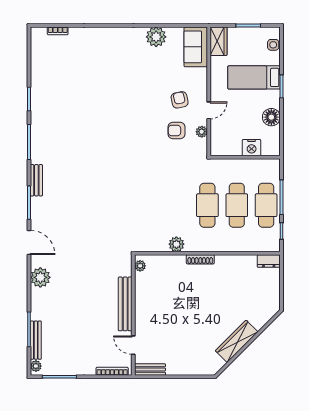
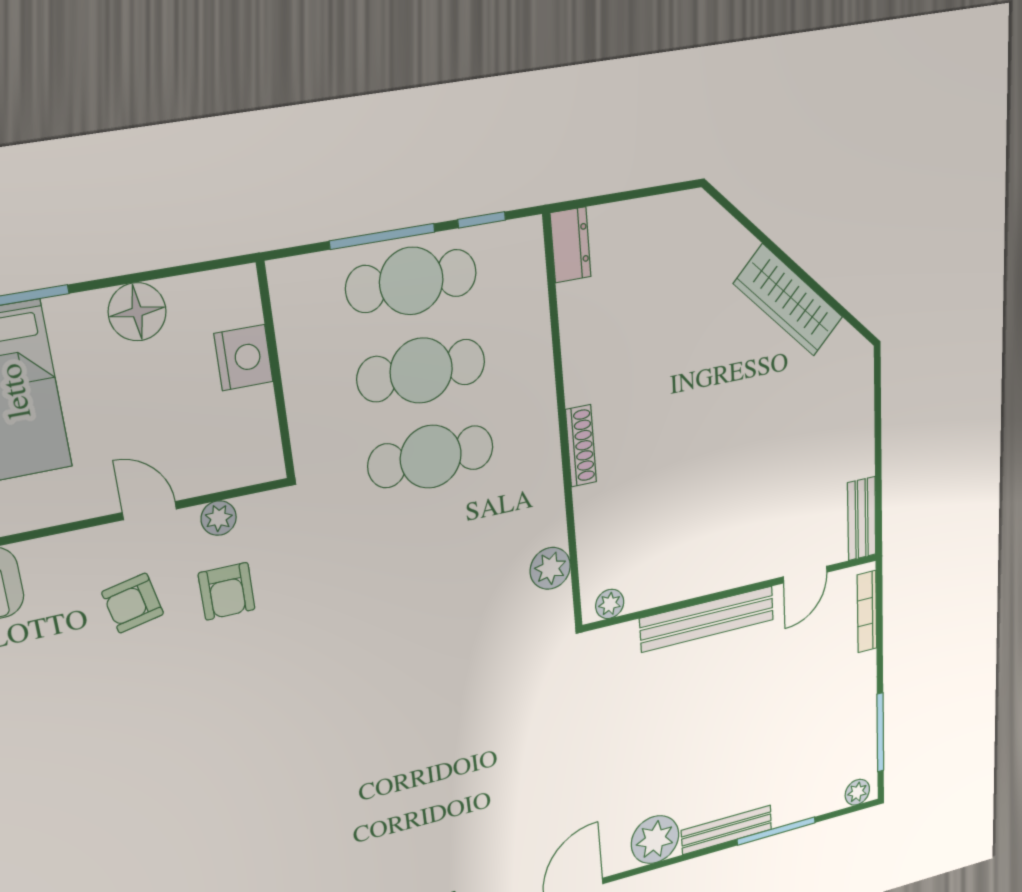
plant: (176, 244) -> (550, 568), moved
bench: (36, 340) -> (727, 830), moved

